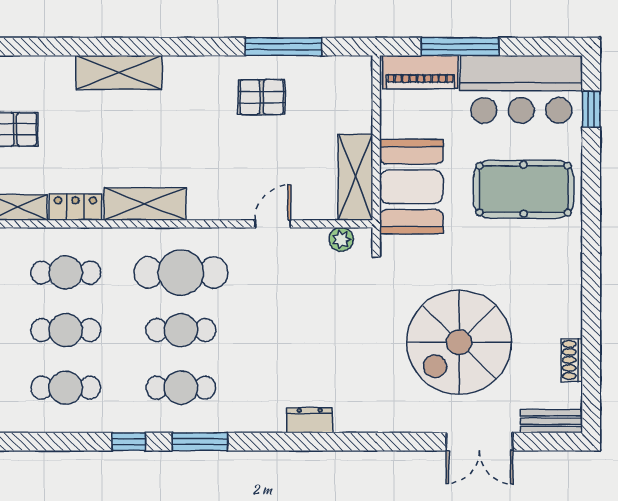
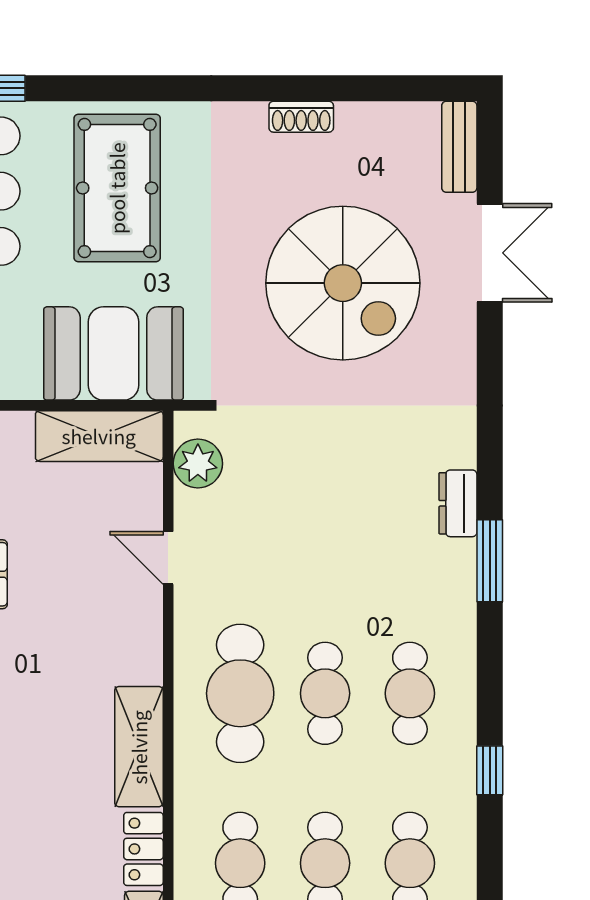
plant: (341, 239) -> (198, 464), width x1.38, depth x1.38
shoe rack: (572, 360) -> (301, 117), moved
window: (200, 442) -> (490, 561), moved

